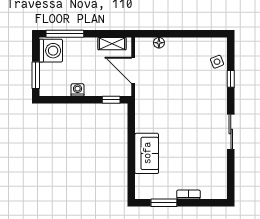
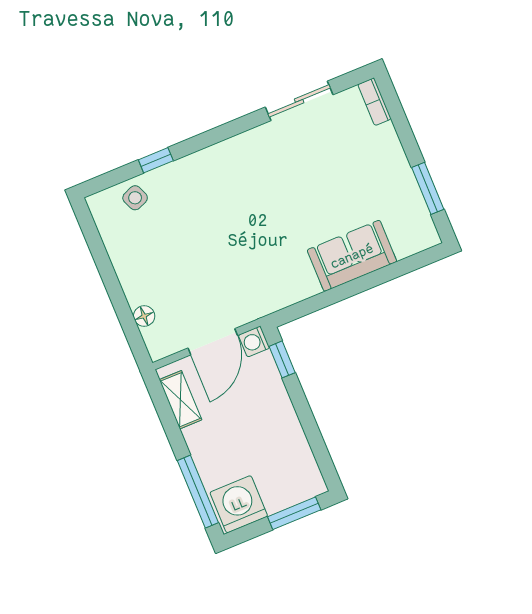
washing machine: (78, 90) -> (254, 342), moved
sliding door: (231, 132) -> (299, 101), moved
bookcase: (189, 194) -> (374, 102), moved

